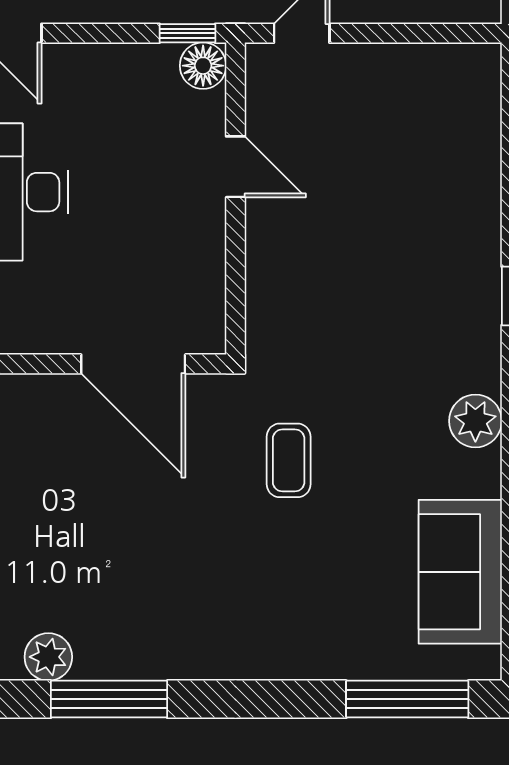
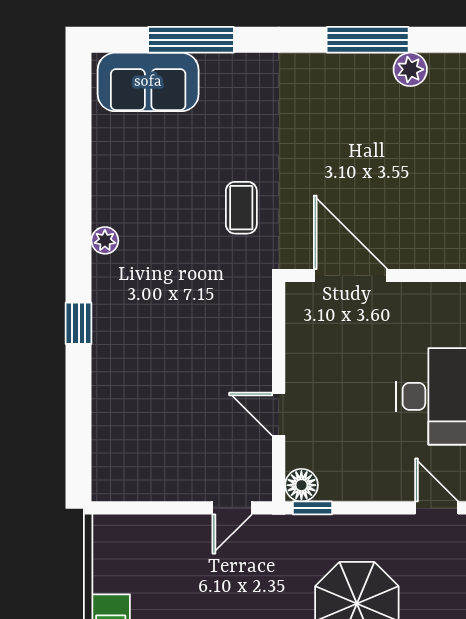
plant: (475, 421) -> (105, 240), width x0.73, depth x0.73
sofa: (460, 572) -> (148, 82), moved, turned 90
window: (407, 699) -> (191, 40), moved

